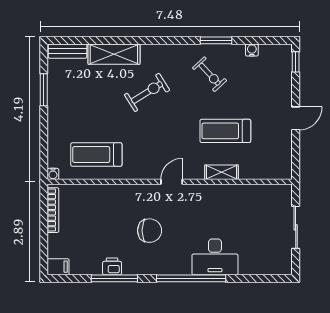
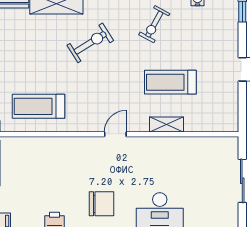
exercise bike: (210, 74) -> (154, 24), turned 72
chair: (150, 231) -> (102, 204), moved

